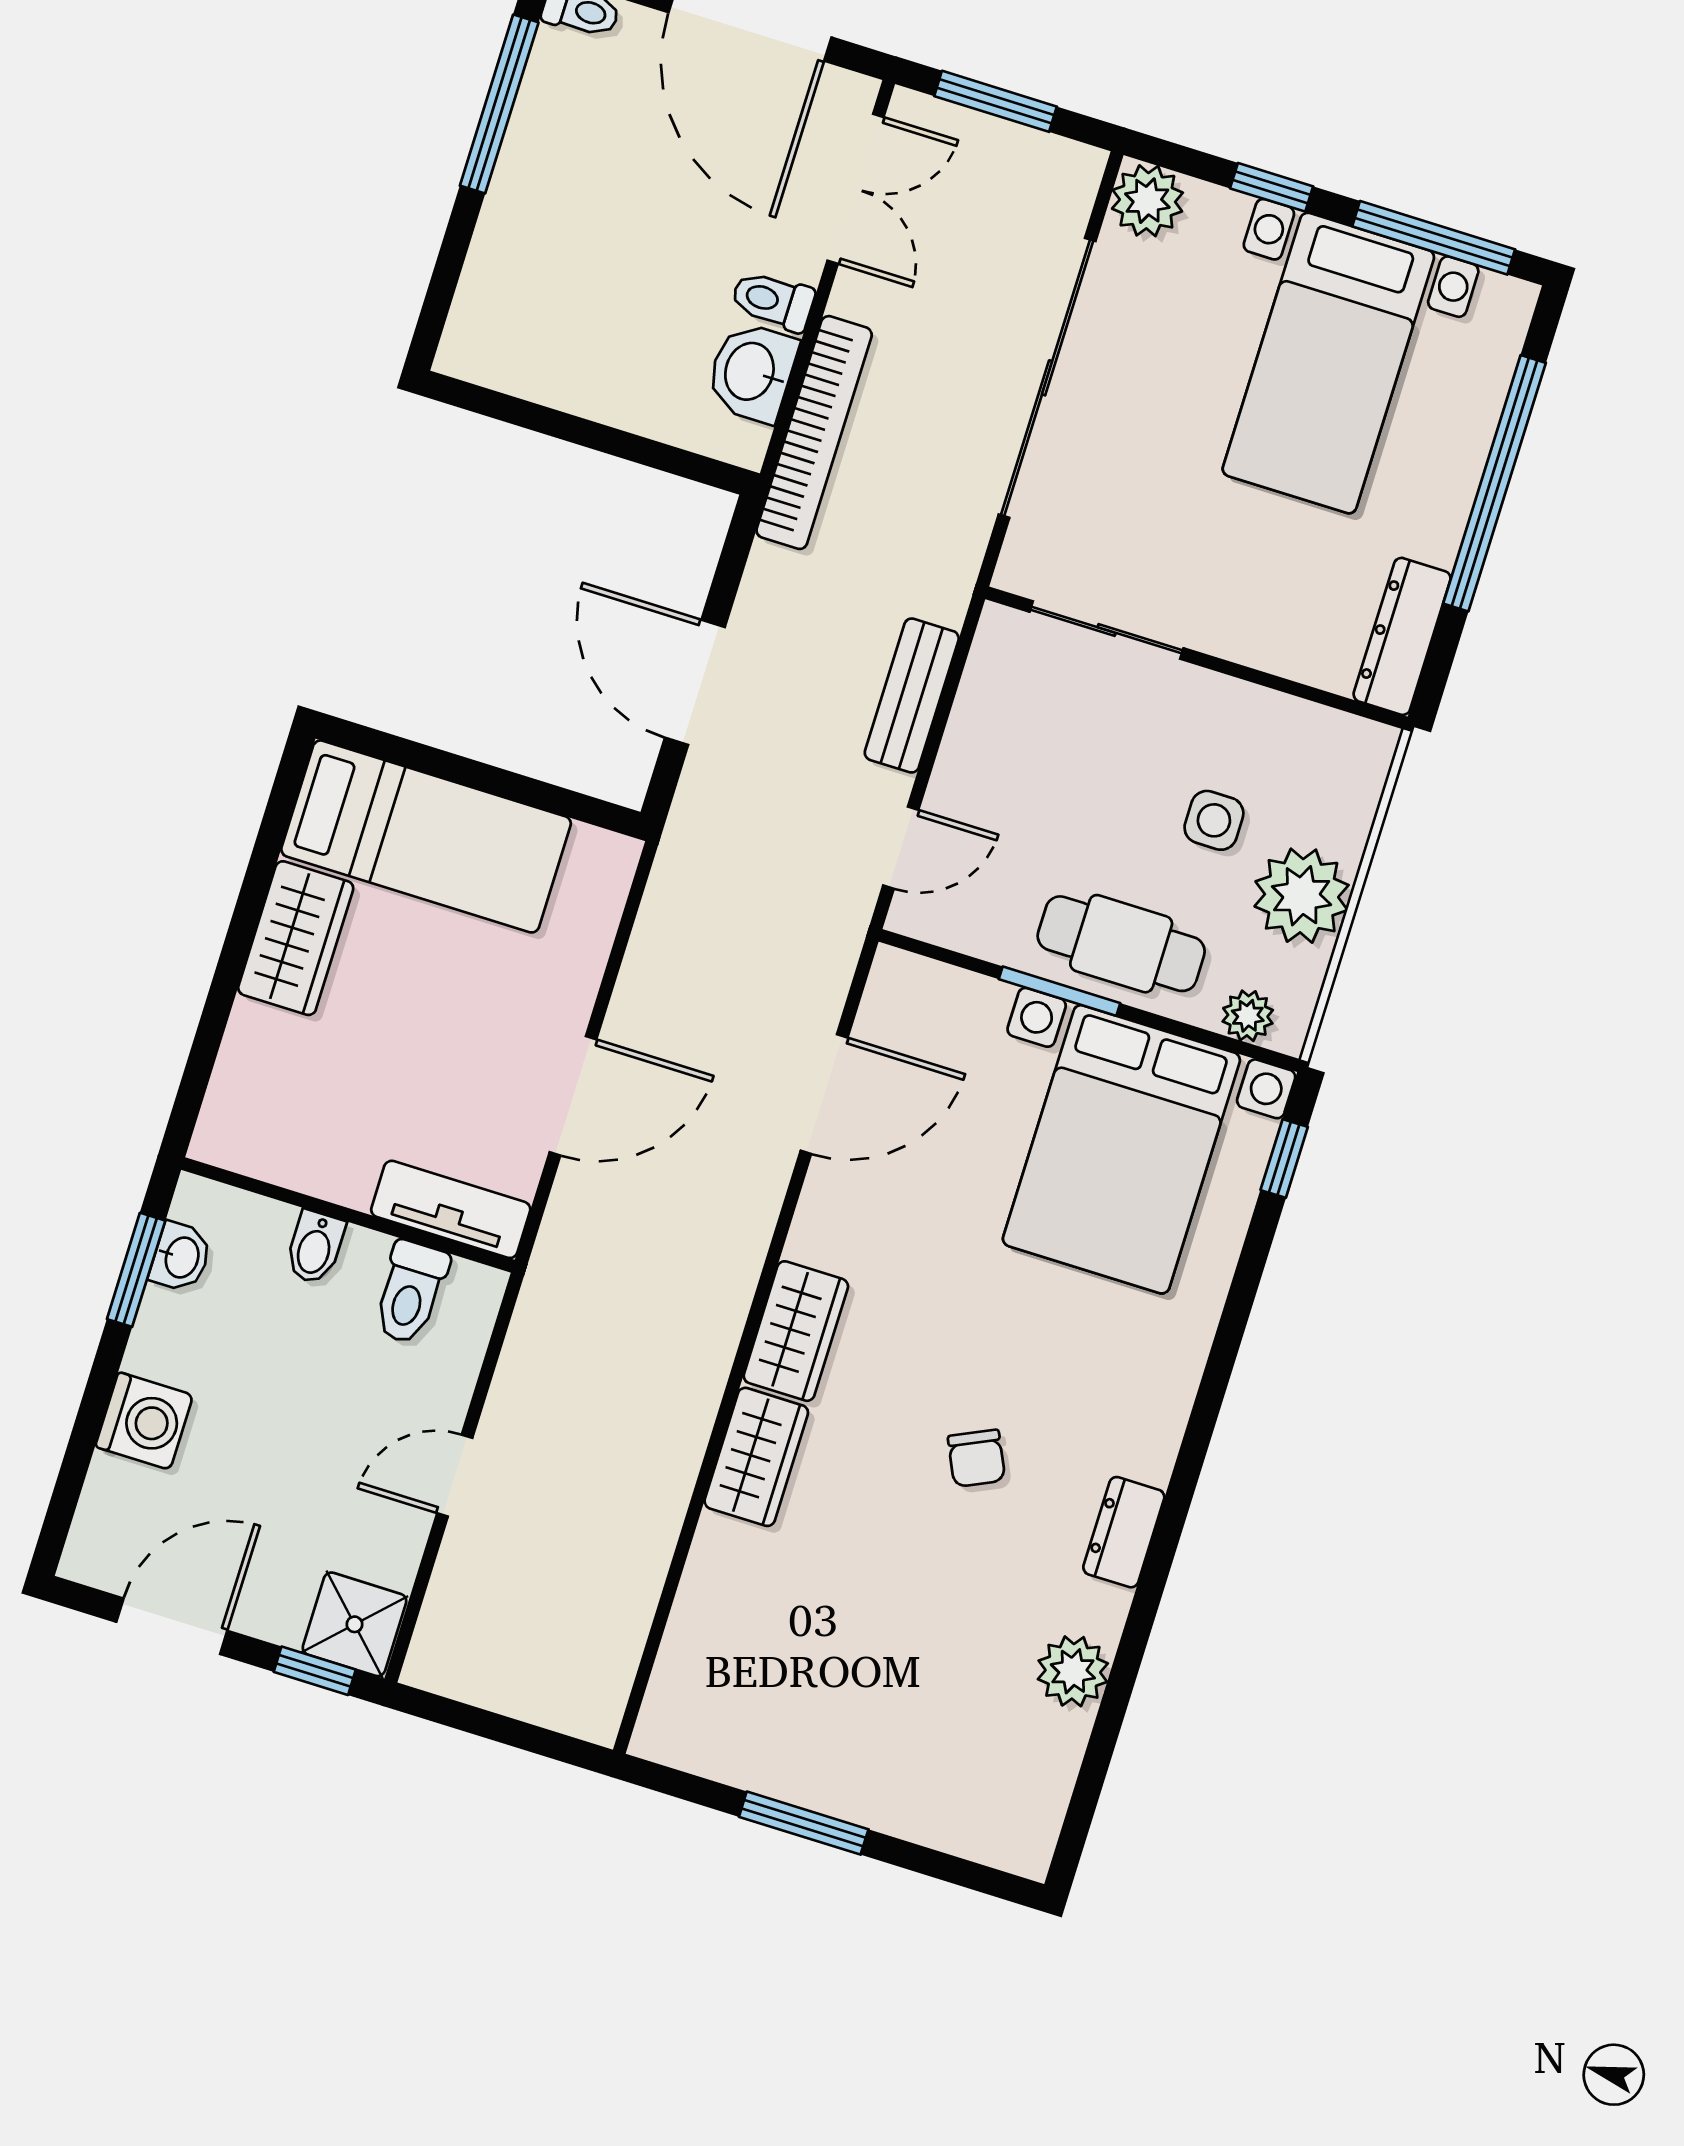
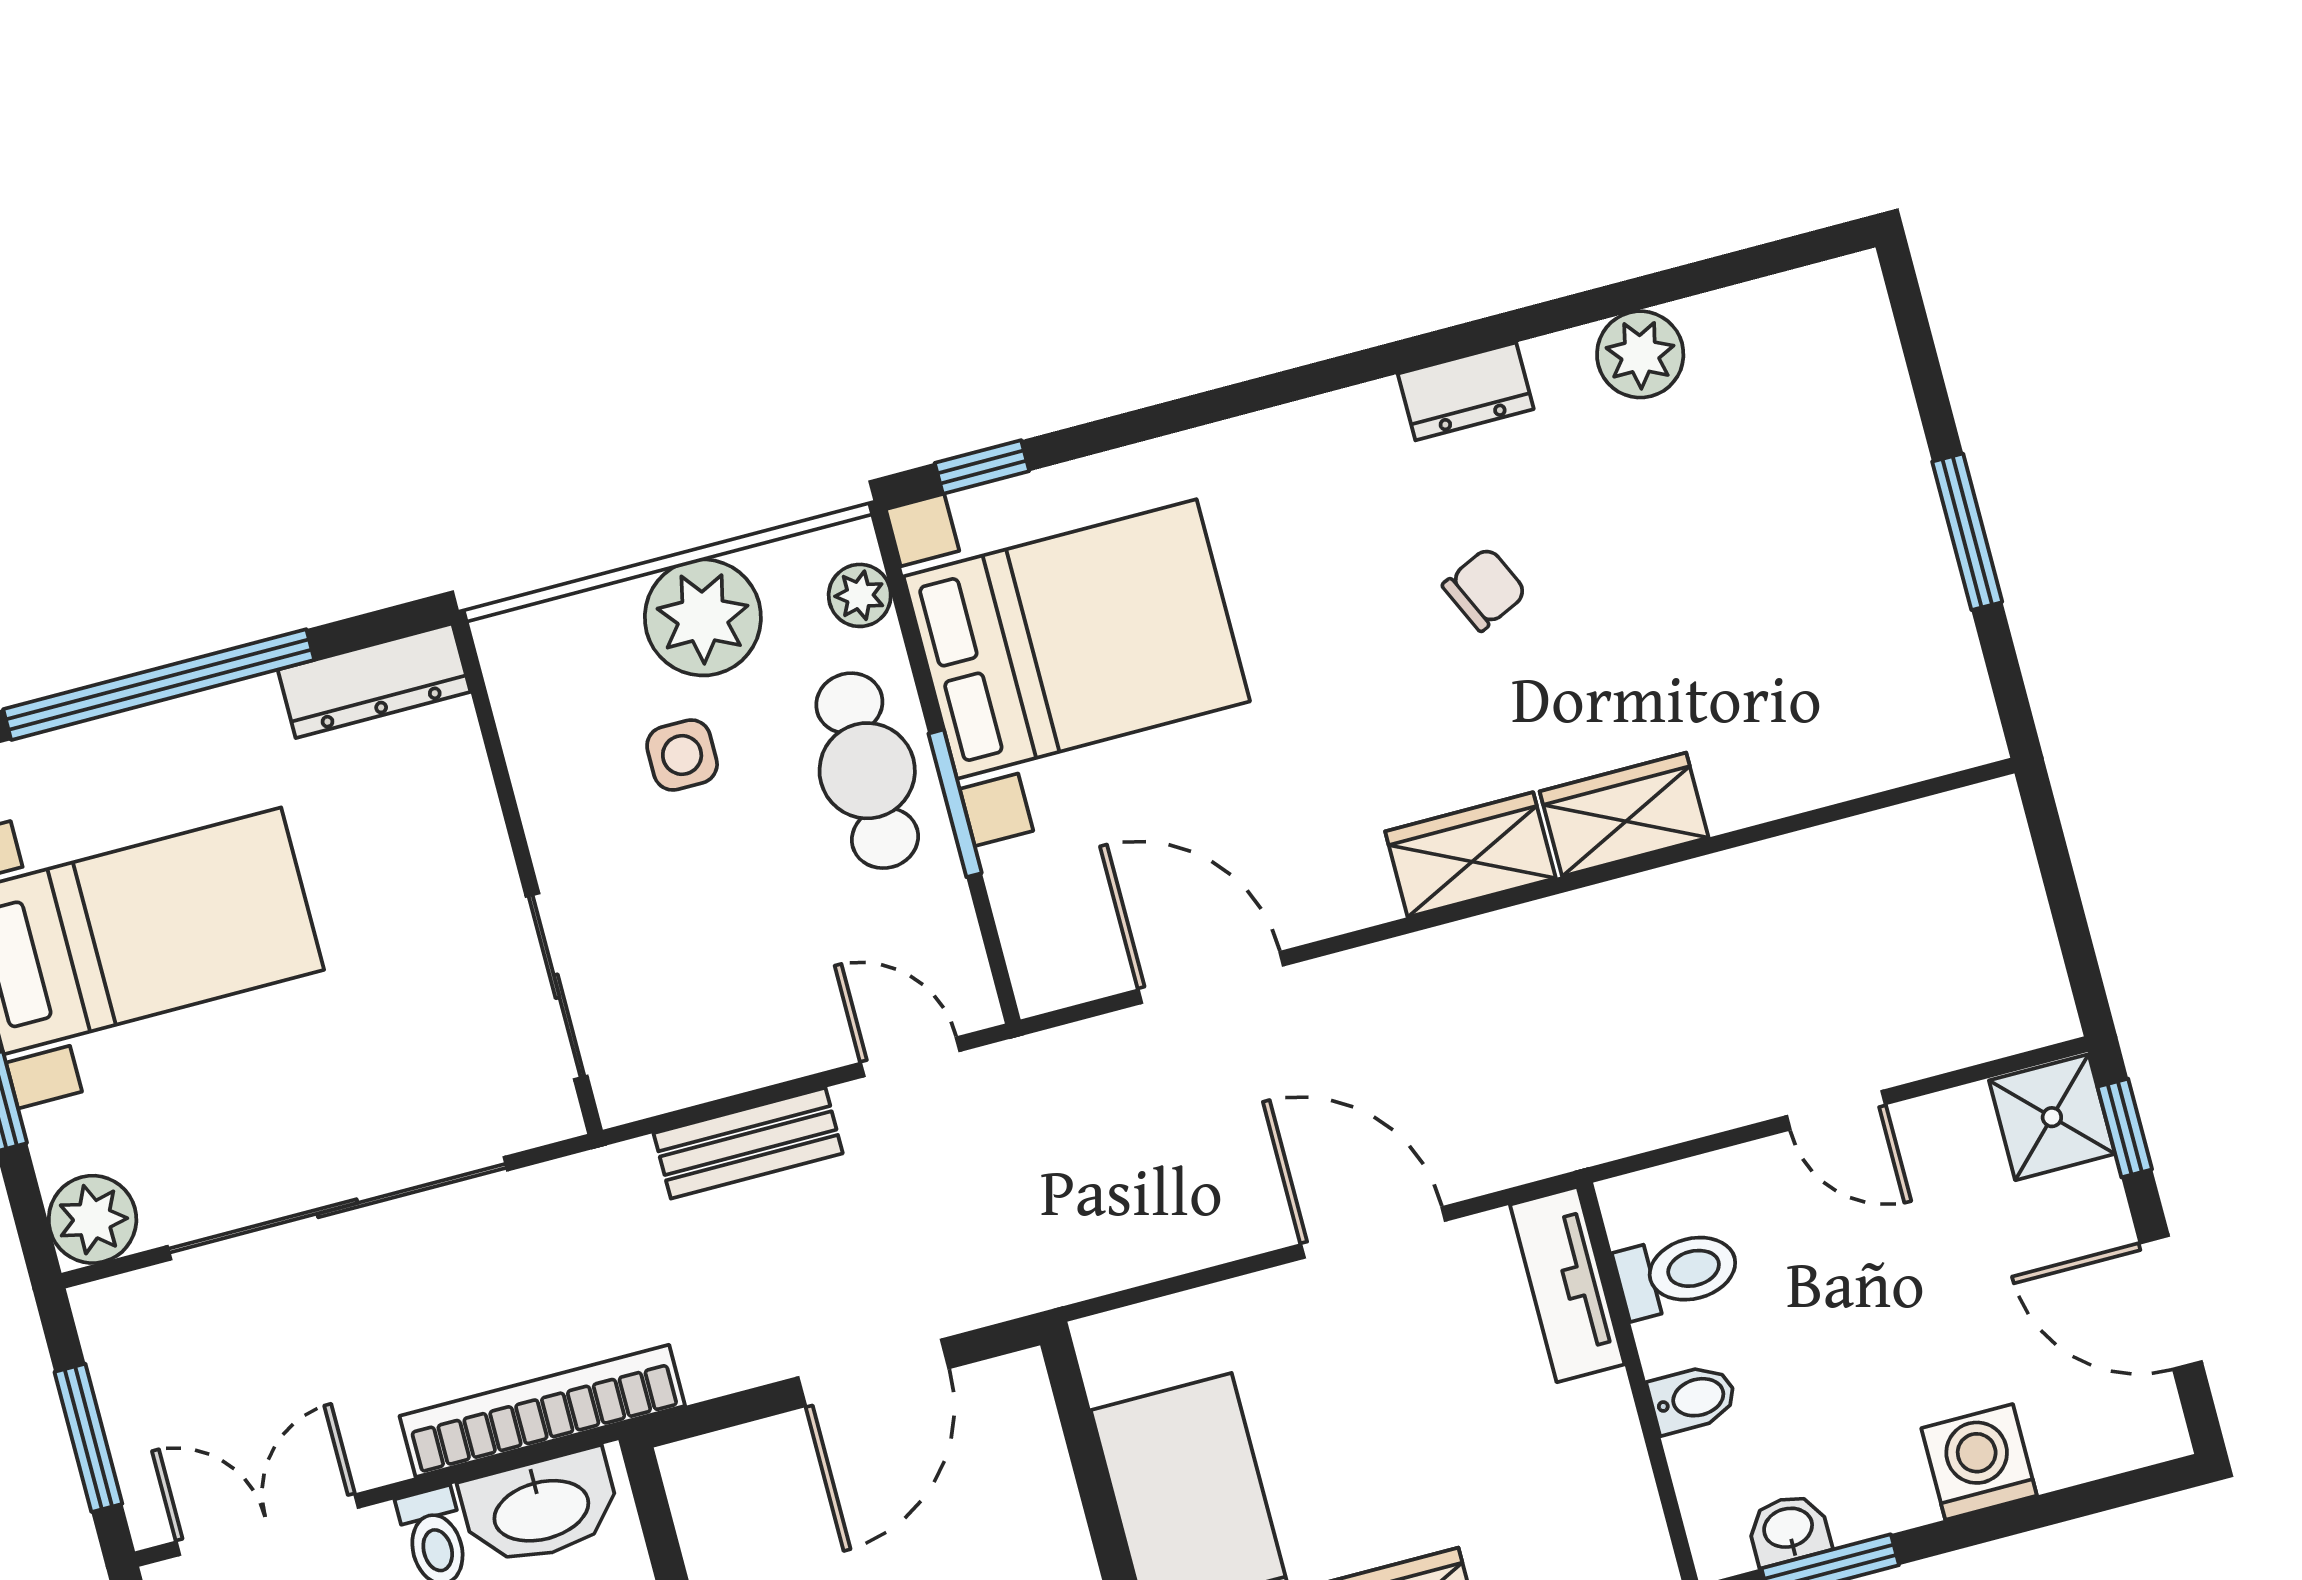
washbasin: (752, 372) -> (541, 1508), width x1.38

